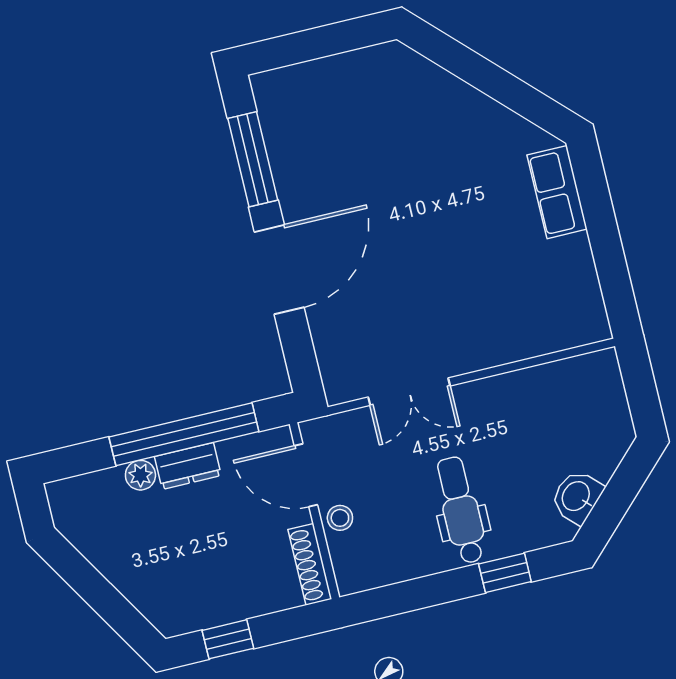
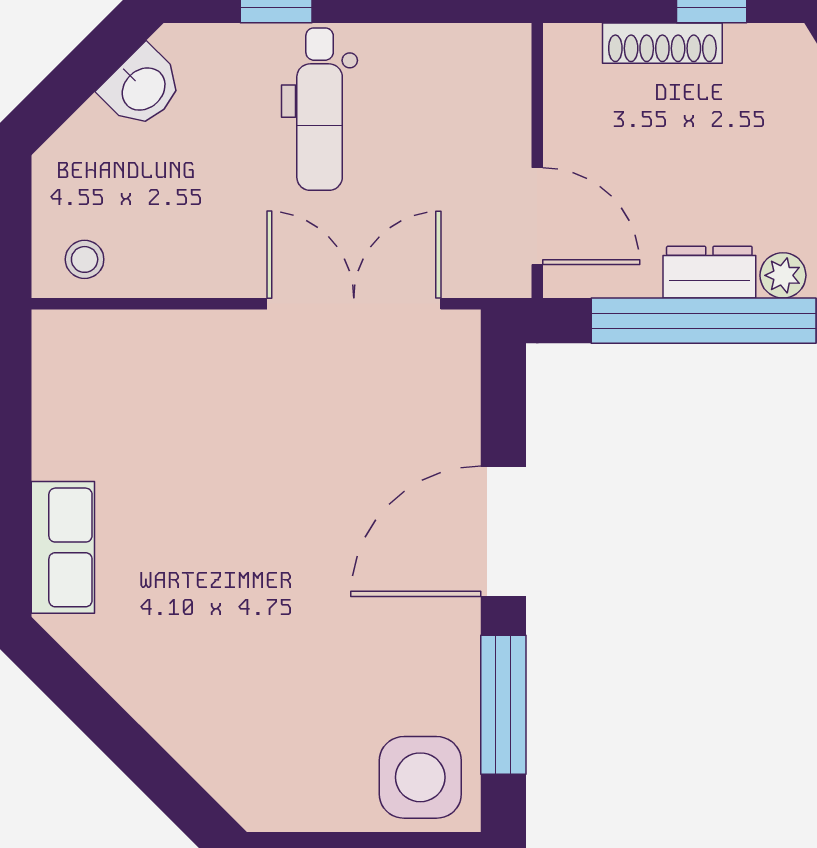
side table: (295, 100) -> (420, 777), added
double door: (409, 392) -> (354, 304), width x1.37
stool: (340, 518) -> (85, 259), moved
shoe rack: (310, 564) -> (662, 43), moved, turned 90

